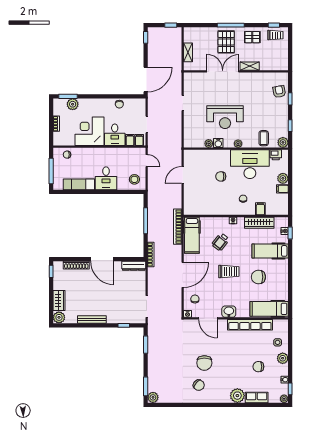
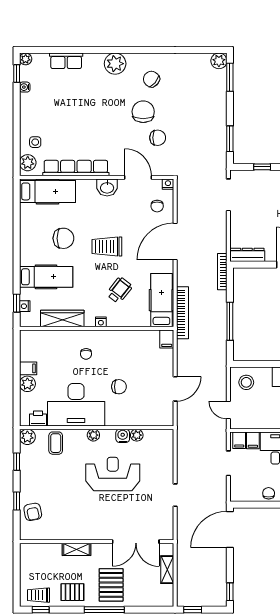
double door: (223, 71) -> (136, 542), moved
filing cabinet: (260, 209) -> (167, 339), moved
plant: (283, 358) -> (28, 163), moved
chair: (258, 367) -> (158, 138), moved
plant: (237, 396) -> (115, 64), moved

